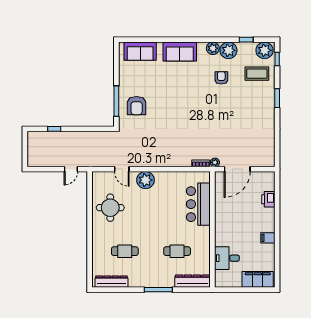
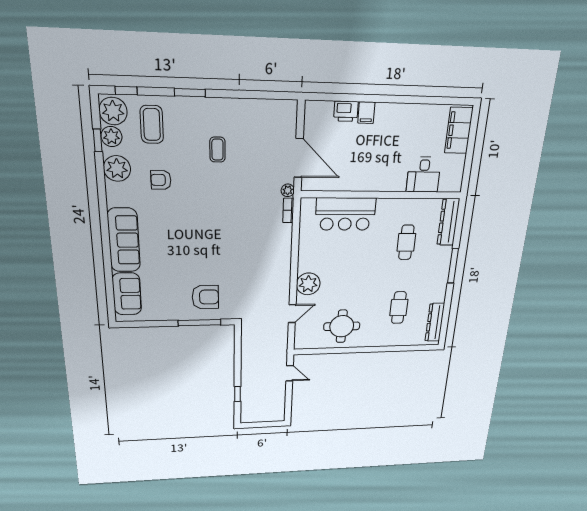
plant: (213, 48) -> (111, 137), moved
sofa: (180, 52) -> (124, 240), width x1.36
coffee table: (242, 115) -> (217, 150), added
filing cabinet: (268, 238) -> (366, 113), moved

